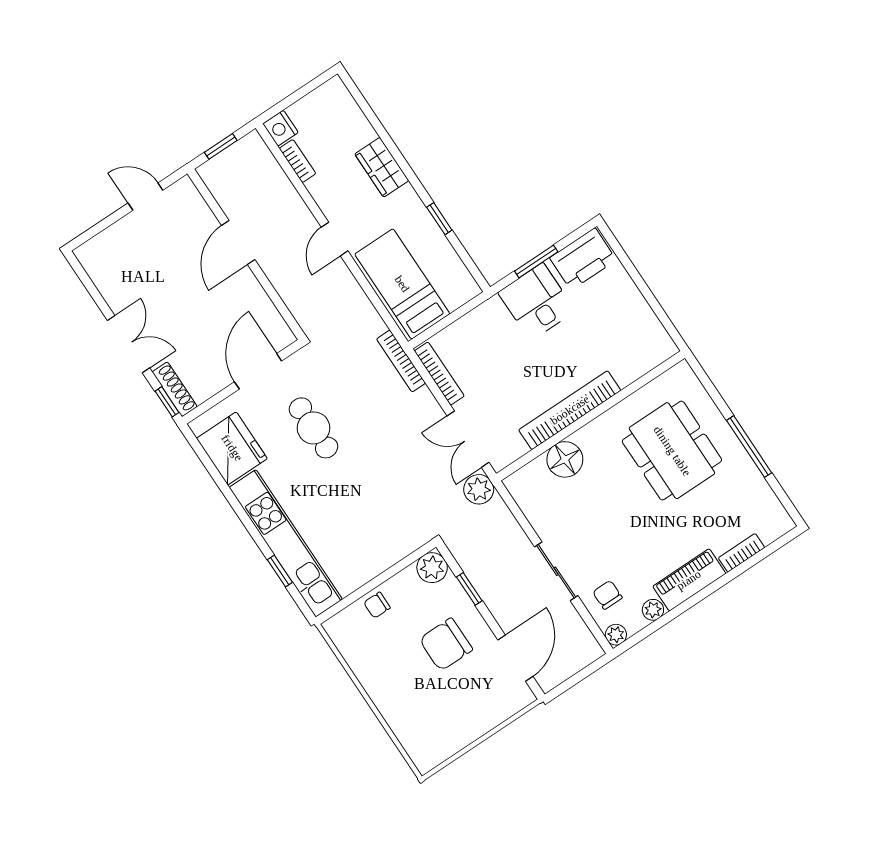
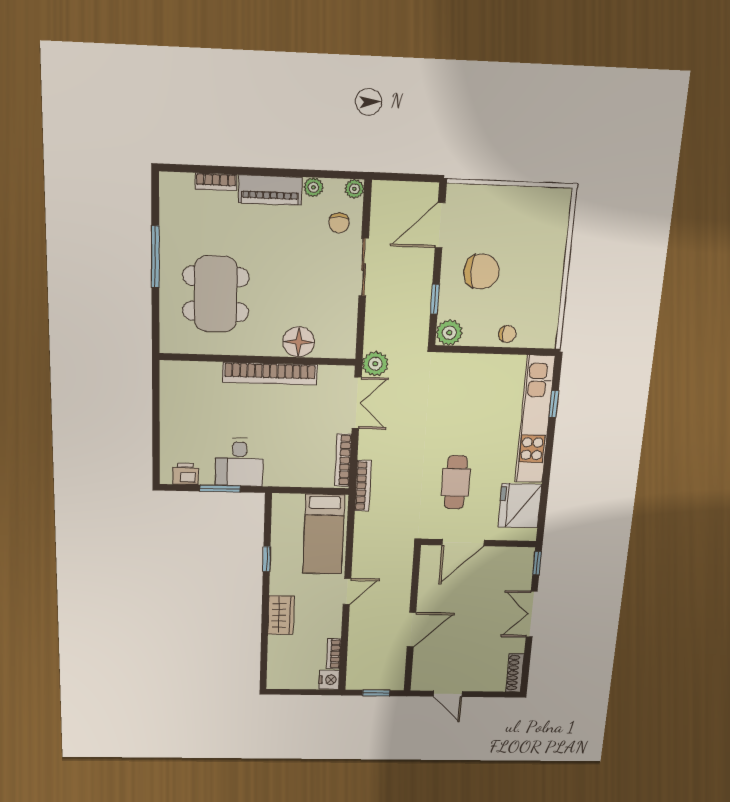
printer: (583, 259) -> (186, 474), width x0.53, depth x0.68
shoe rack: (175, 389) -> (515, 673), moved

